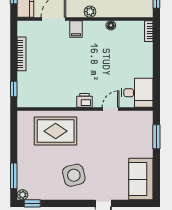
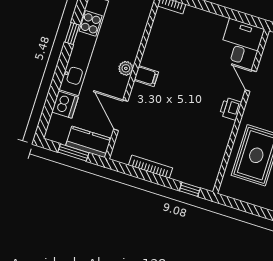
floor lamp: (111, 25) -> (150, 48), removed
filing cabinet: (76, 29) -> (146, 76), moved

